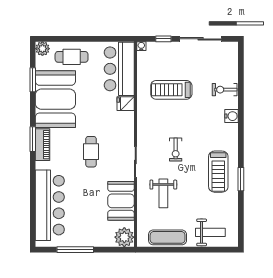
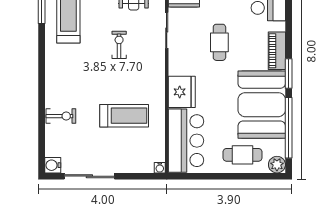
window: (163, 39) -> (134, 176), removed
window: (33, 80) -> (289, 128), width x2.11
fridge: (126, 104) -> (182, 92), width x1.88, depth x1.34
water cooler: (231, 116) -> (53, 165), moved
window: (33, 139) -> (289, 73), moved

